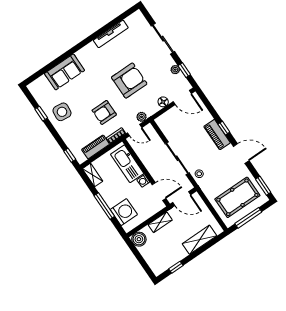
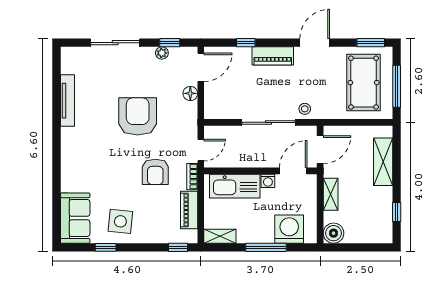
sofa: (64, 72) -> (75, 218), moved
plant: (142, 117) -> (191, 131), removed
window: (224, 128) -> (246, 43), moved

